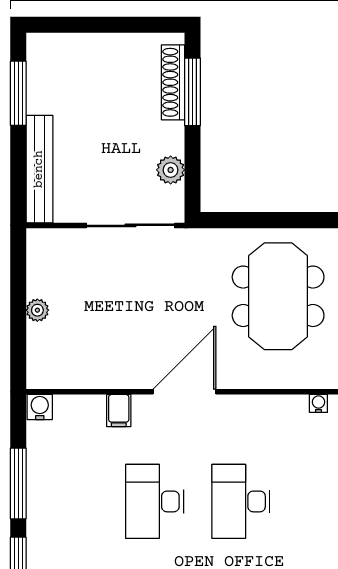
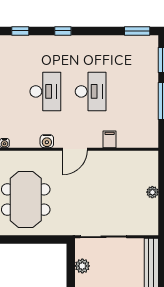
door: (185, 392) -> (75, 149), width x0.73
water cooler: (40, 407) -> (47, 141), moved

